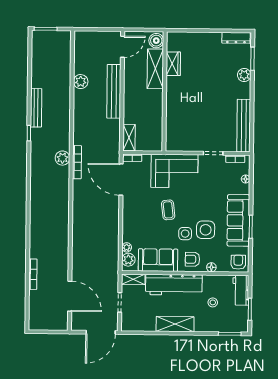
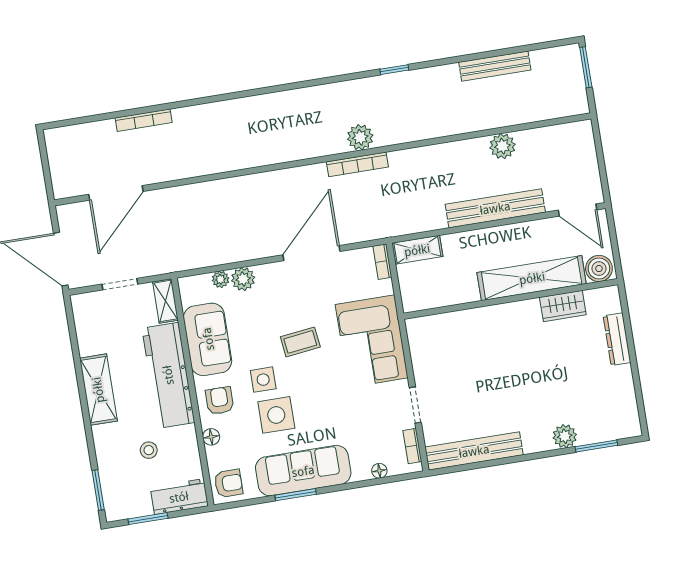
dresser: (236, 38) -> (617, 339), moved
shelving: (155, 69) -> (532, 278), width x1.47
bench: (36, 108) -> (495, 66), moved
door: (121, 180) -> (311, 253), moved
plant: (128, 260) -> (243, 279), moved

